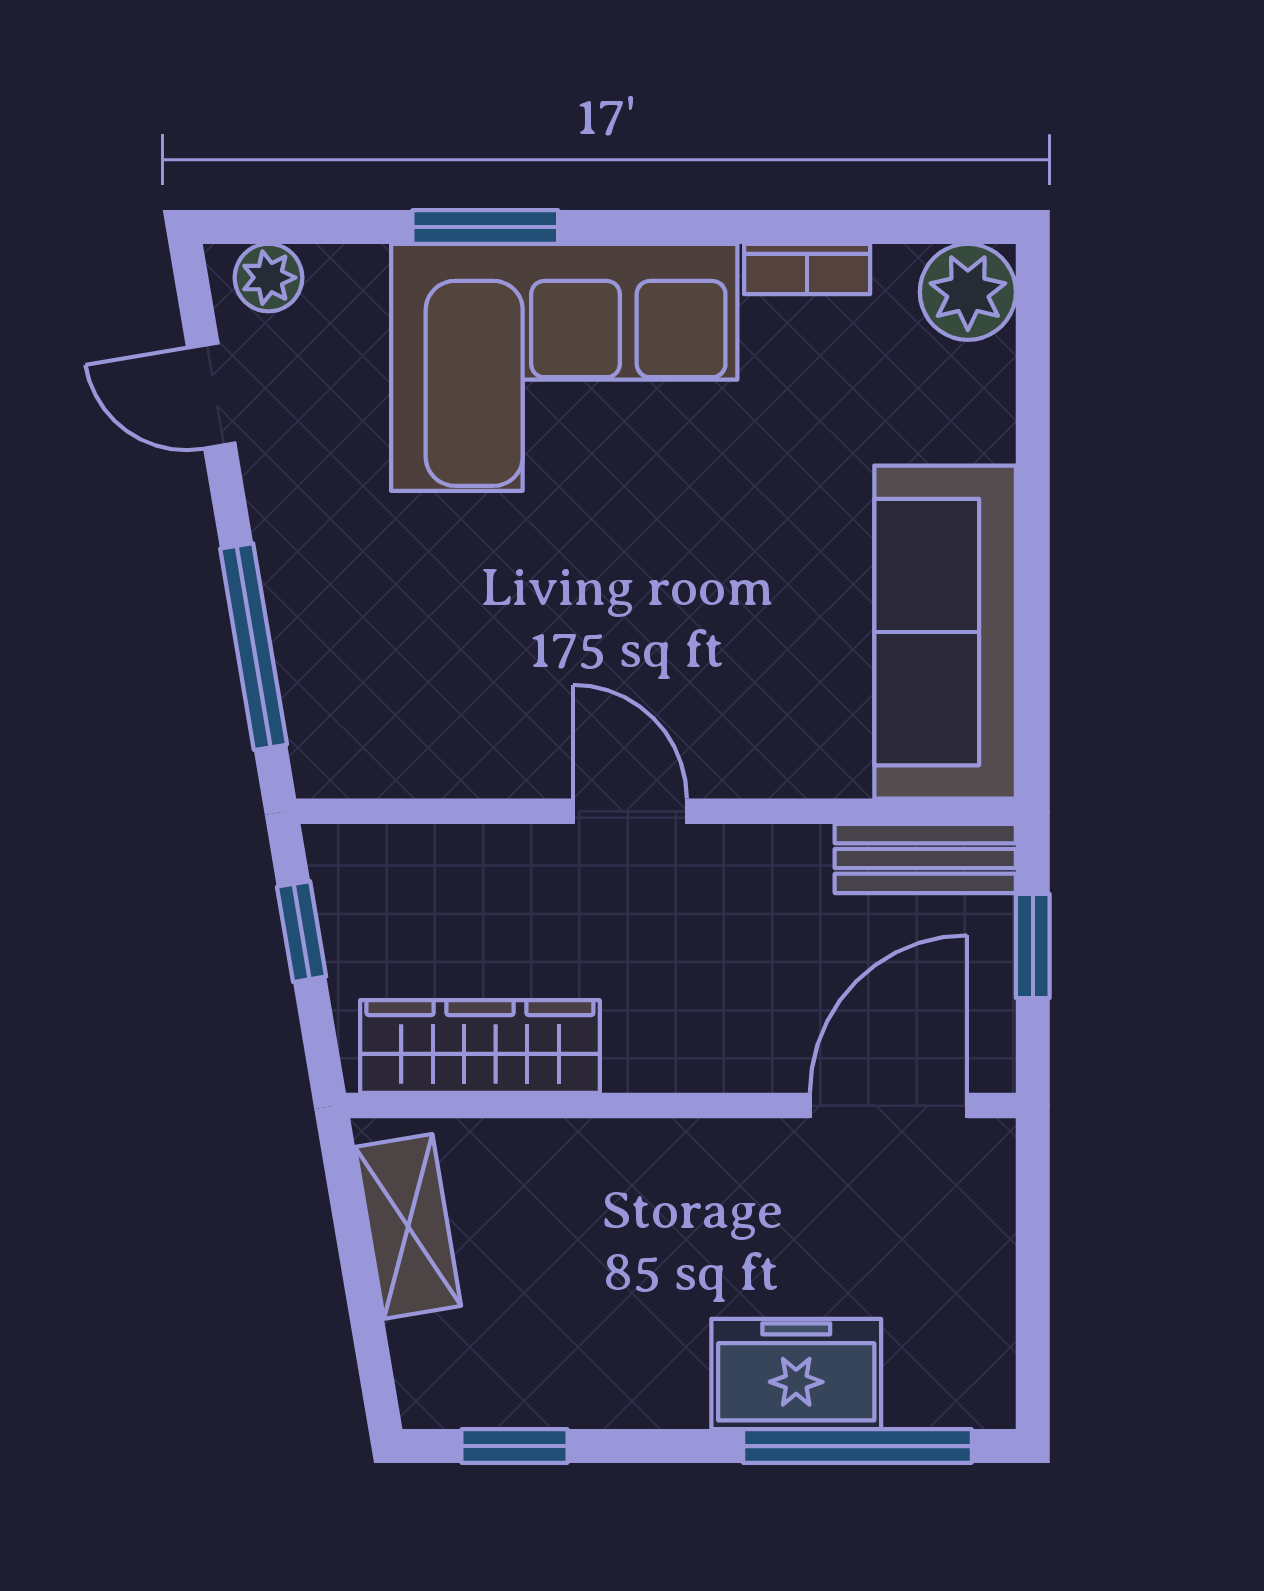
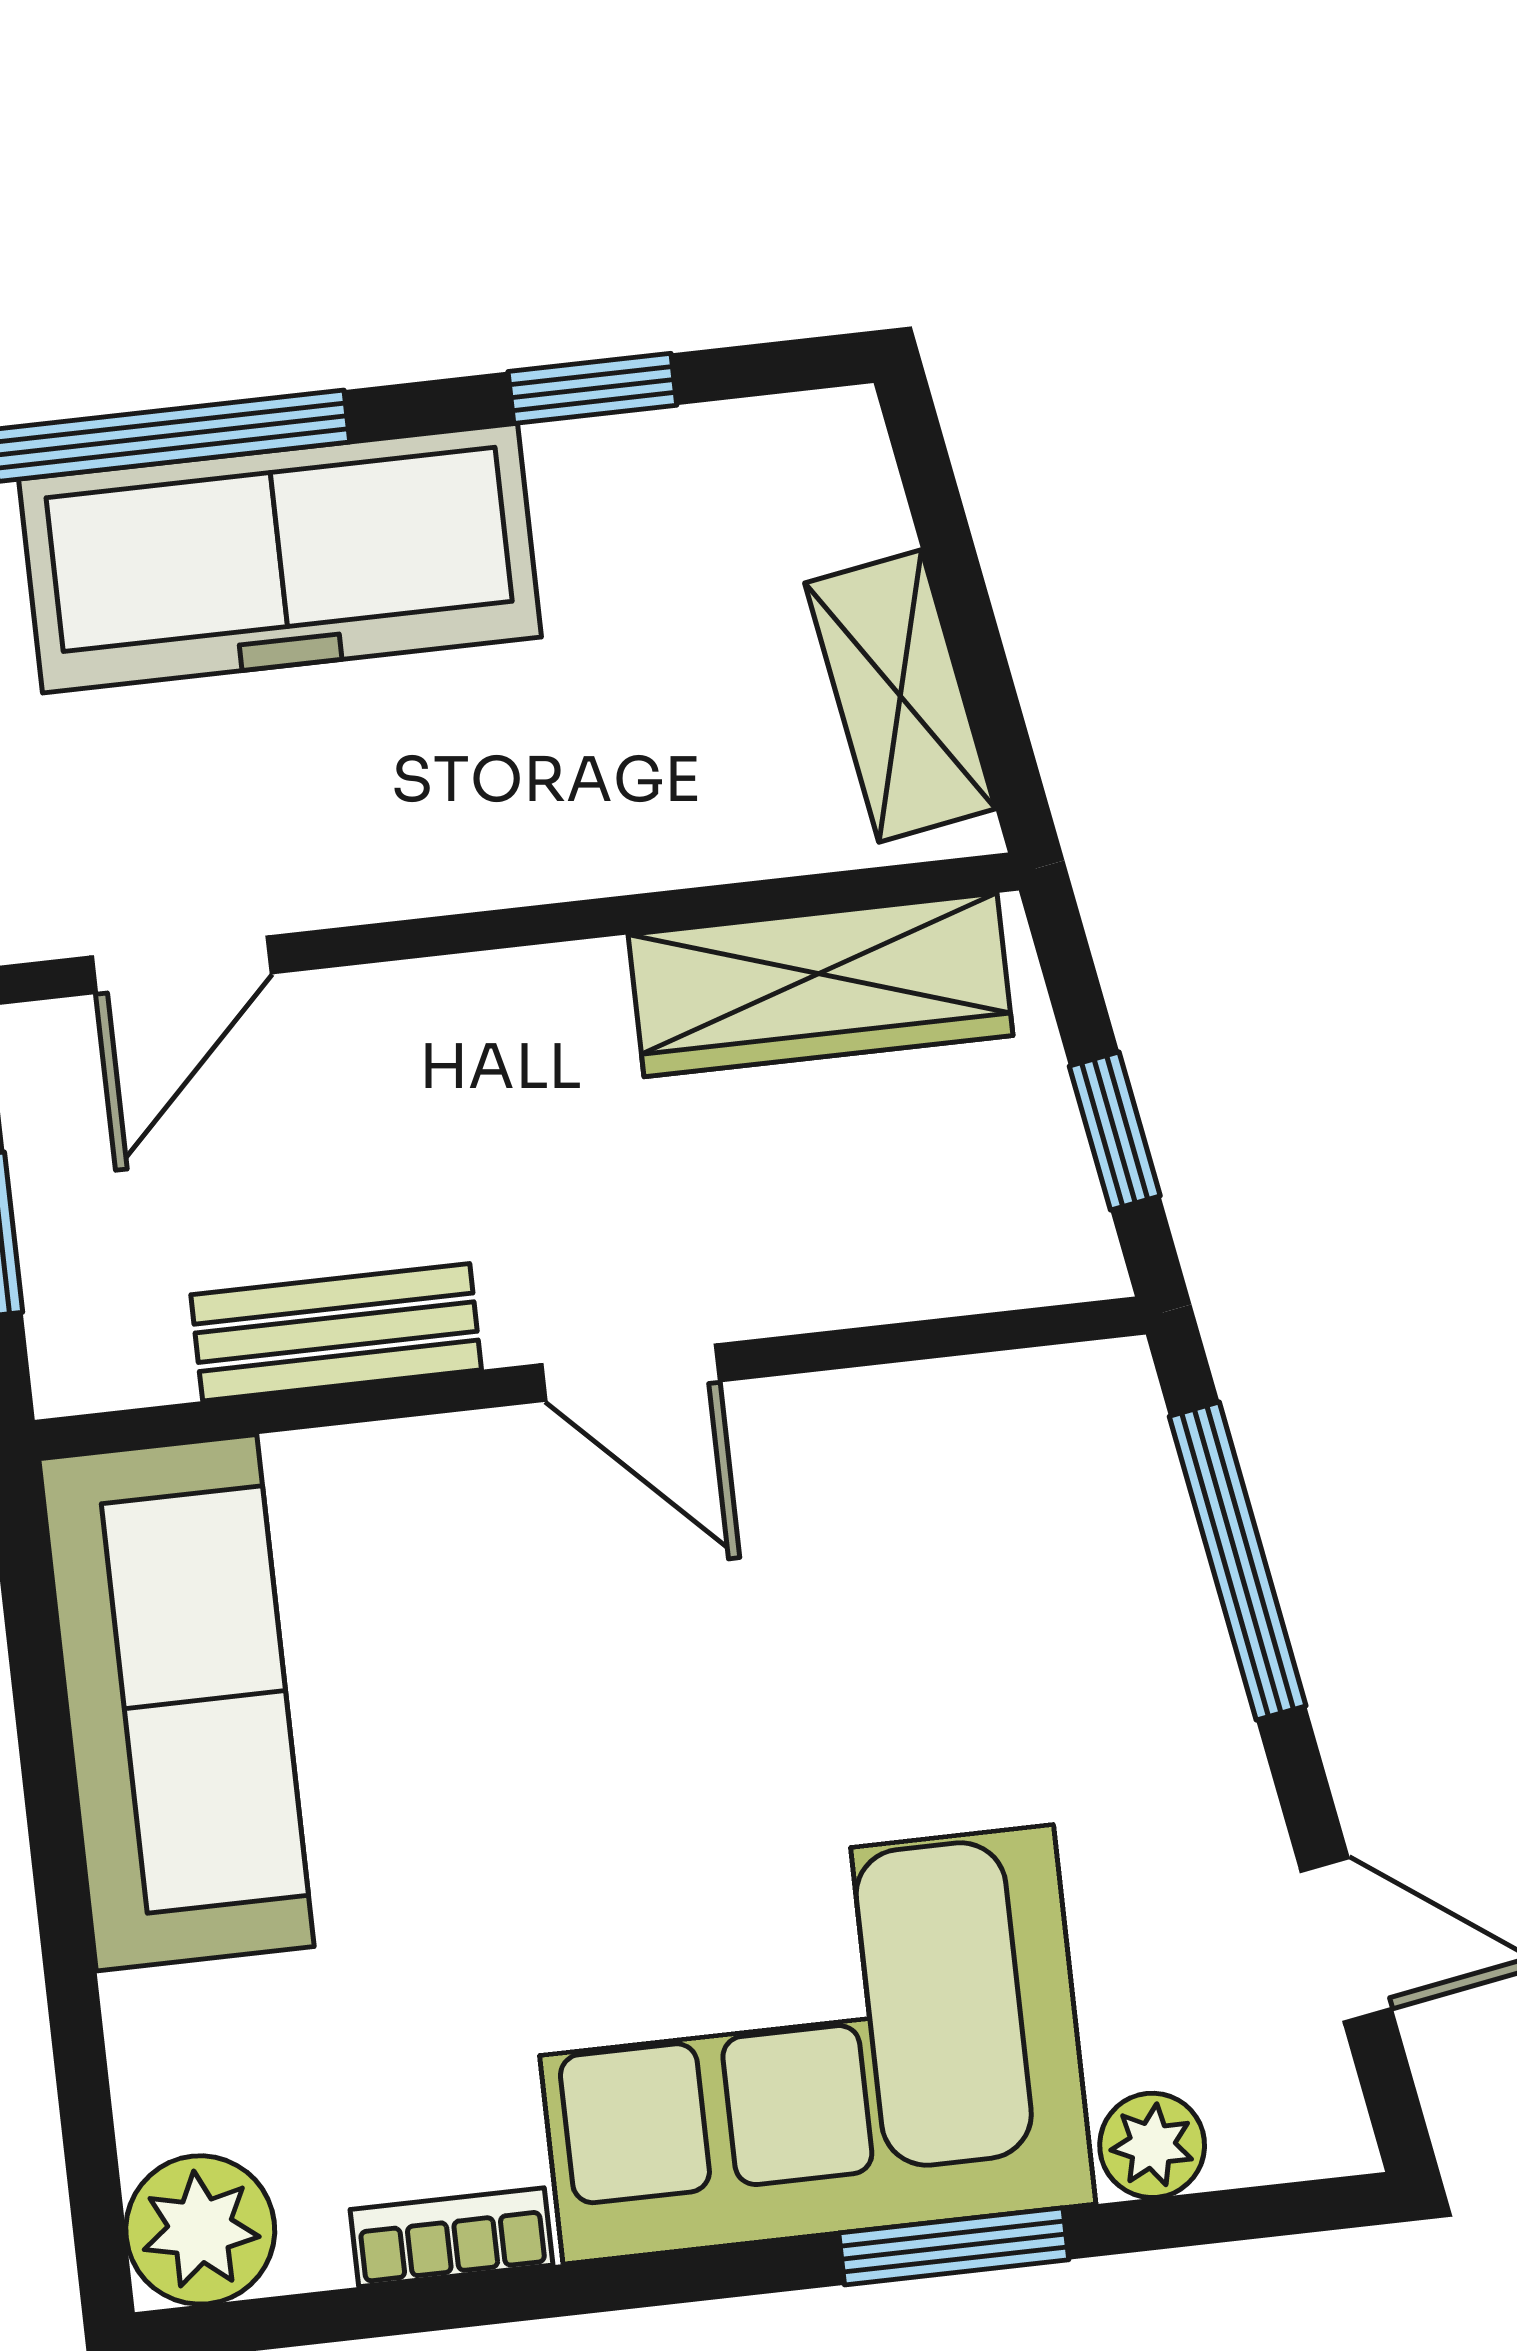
plant: (269, 278) -> (1152, 2145), moved
bench: (925, 858) -> (336, 1332), moved
door: (889, 1106) -> (182, 965), width x0.73
freezer: (796, 1374) -> (280, 558), width x1.91, depth x1.26
window: (514, 1446) -> (592, 388), moved

